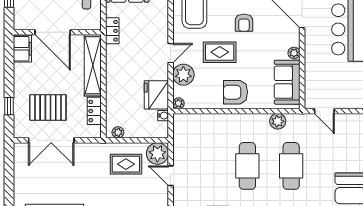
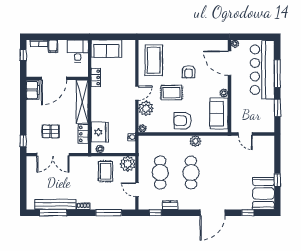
door: (53, 32) -> (54, 78), hinge flipped
fridge: (156, 95) -> (100, 132), moved, turned 180
window: (9, 106) -> (23, 141), moved
pallet: (48, 107) -> (51, 131), width x0.67, depth x0.71
plant: (278, 121) -> (195, 141), moved
rug: (126, 164) -> (106, 171), turned 90
cafe table: (291, 166) -> (160, 173), moved
door: (171, 176) -> (137, 190), moved

